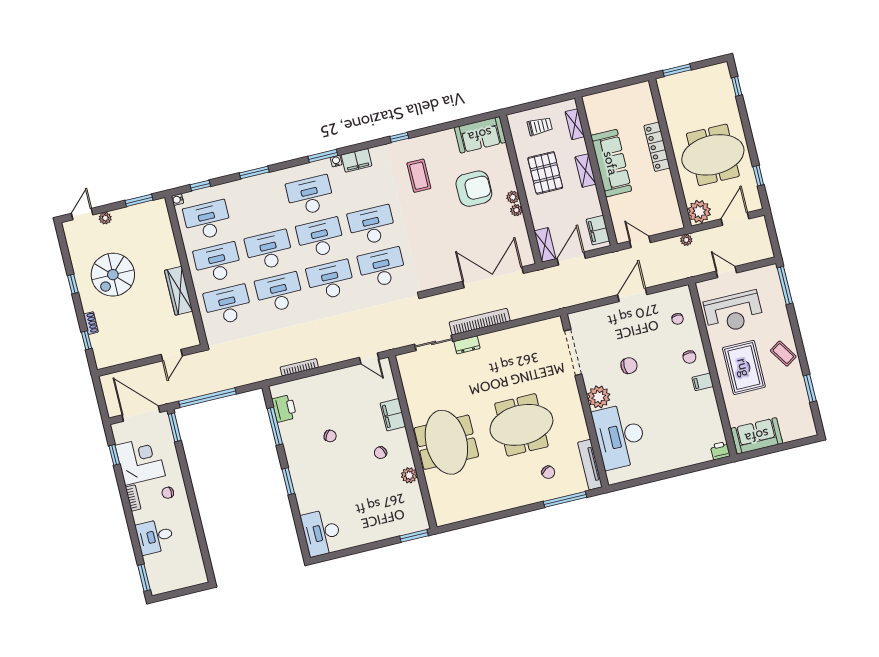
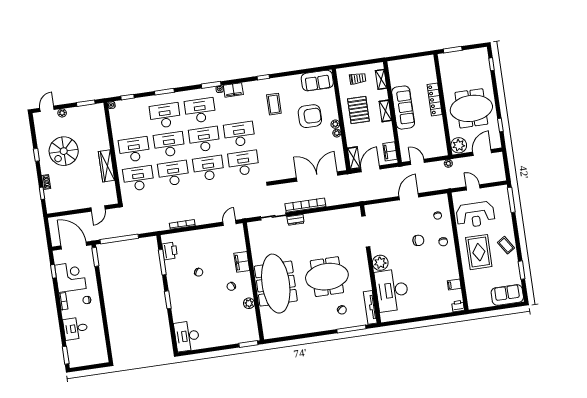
desk: (207, 220) -> (165, 116), moved
door: (369, 358) -> (229, 223), swing flipped
chair: (629, 366) -> (418, 240), moved
filing cabinet: (703, 382) -> (454, 285), moved
sofa: (757, 436) -> (507, 295), moved
meeting table: (446, 442) -> (276, 284), width x1.36

